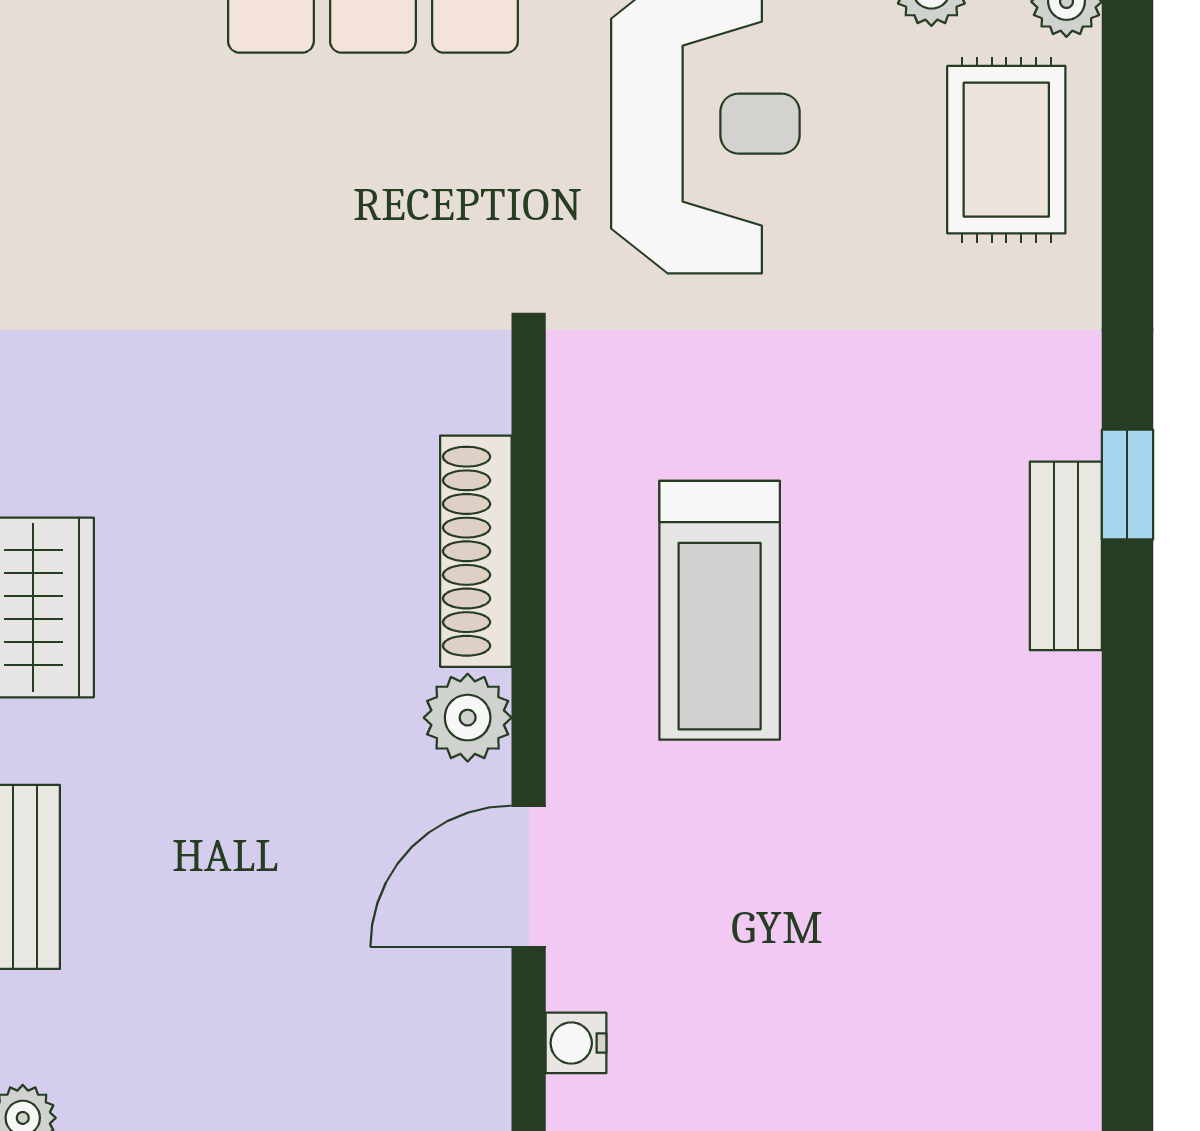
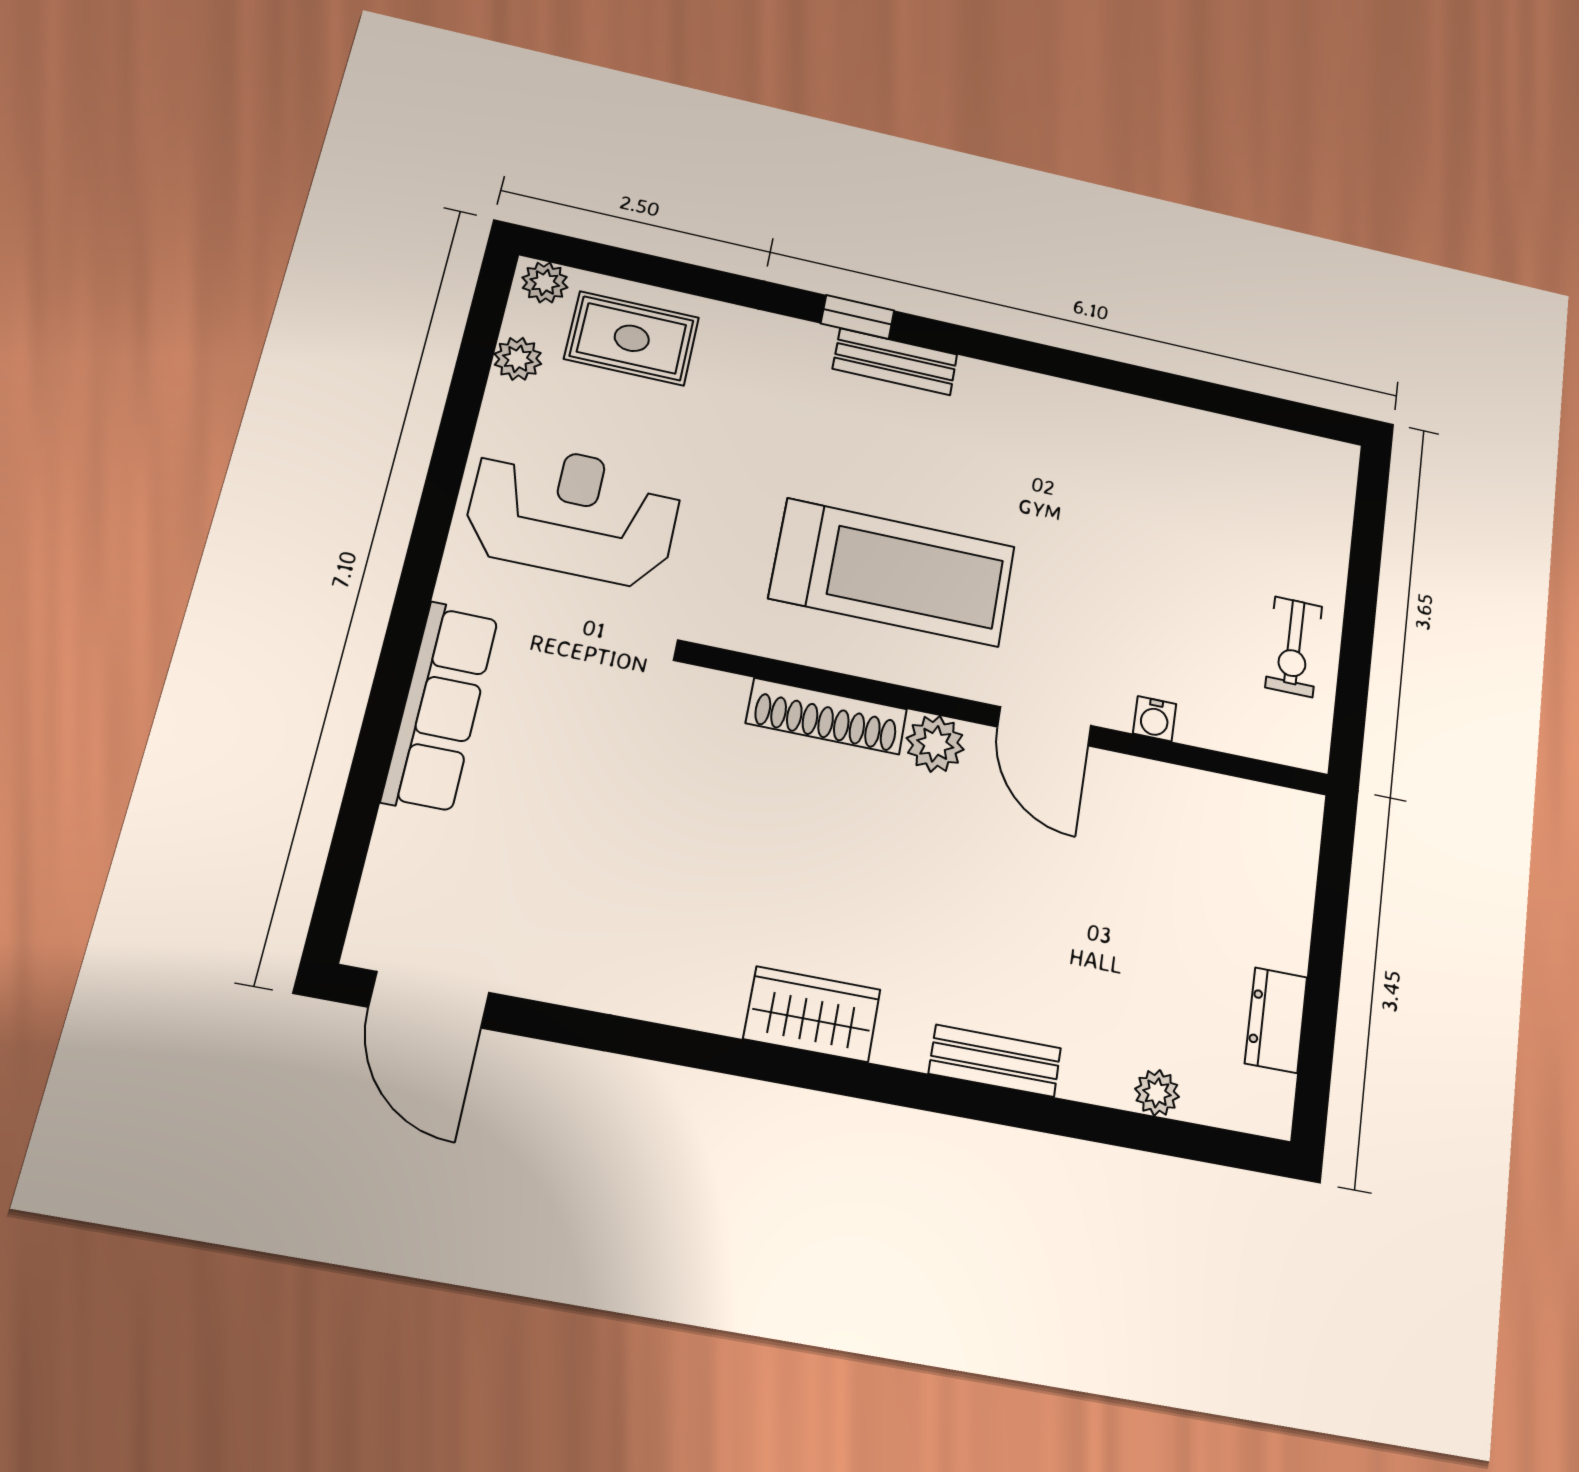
treadmill: (720, 610) -> (893, 572), width x1.37, depth x1.38

